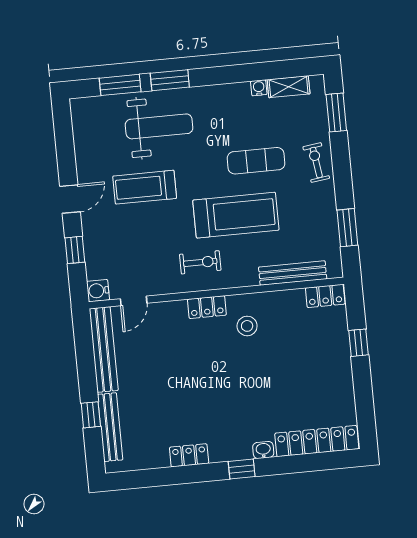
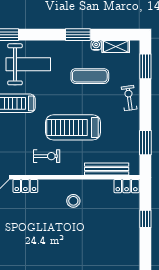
window: (170, 80) -> (78, 35), moved
exercise mat: (256, 161) -> (90, 76), moved
treadmill: (236, 215) -> (73, 127), turned 180
locker: (207, 307) -> (25, 186), moved

